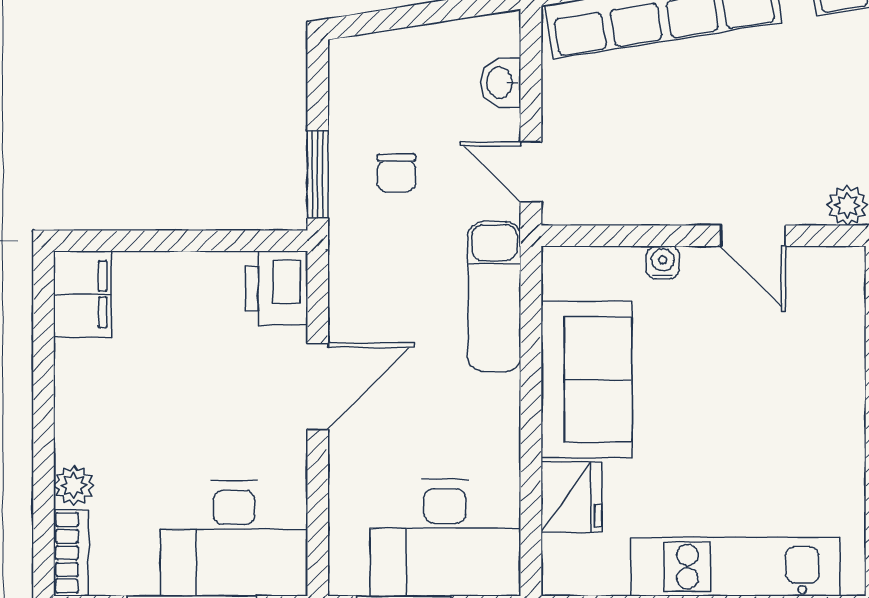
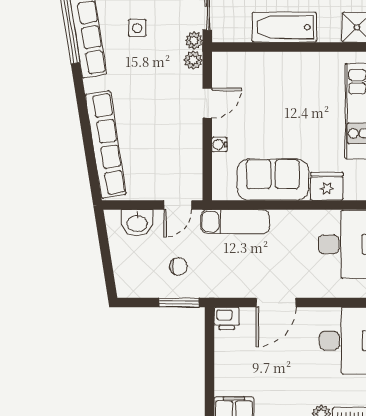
washbasin: (501, 83) -> (137, 223), width x1.38, depth x1.45
printer: (277, 288) -> (227, 318), width x0.73, depth x0.81
door: (318, 386) -> (276, 302), swing flipped

